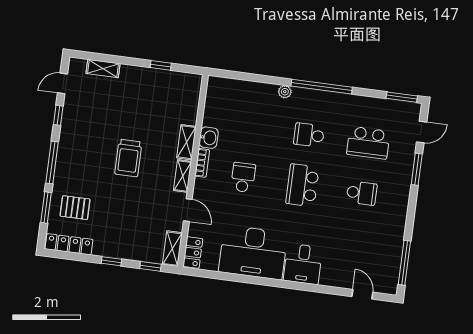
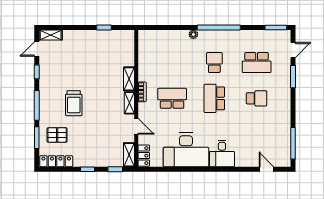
shelving: (103, 69) -> (51, 35), moved
school desk: (309, 135) -> (214, 63), turned 90
washbasin: (209, 138) -> (144, 74), removed
trolley: (128, 158) -> (74, 103), moved
school desk: (243, 177) -> (172, 98), width x1.85

